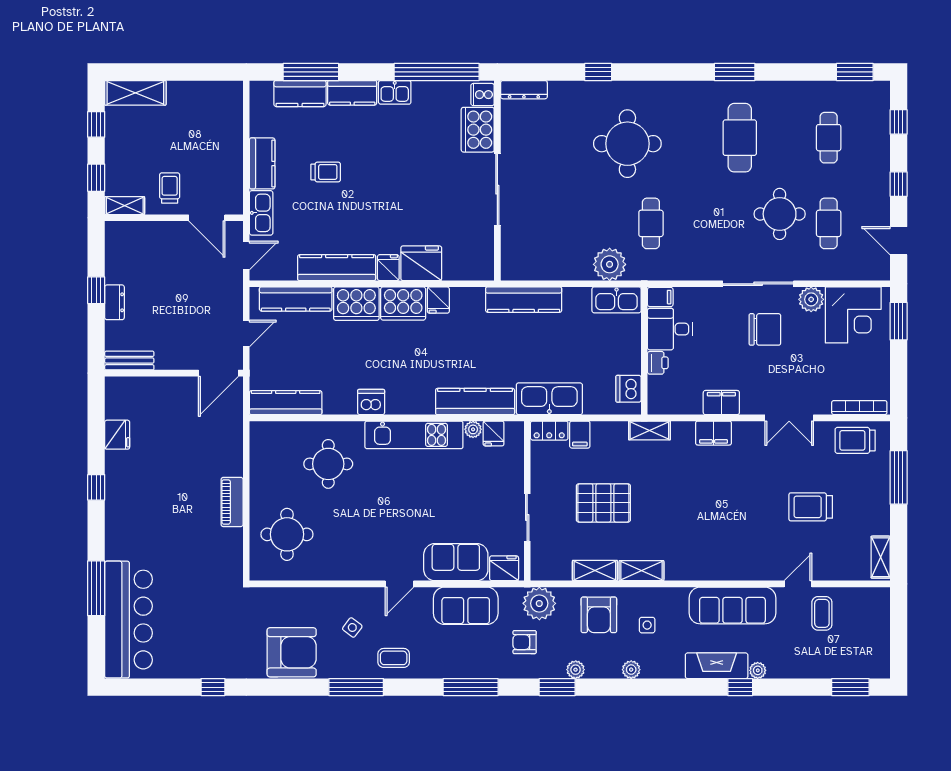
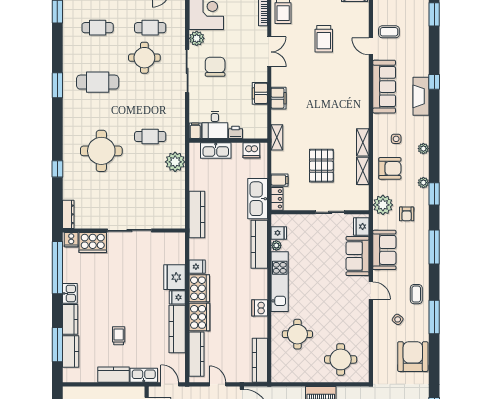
kitchen sink: (617, 300) -> (216, 150), moved, turned 90
plant: (758, 670) -> (424, 71), removed

